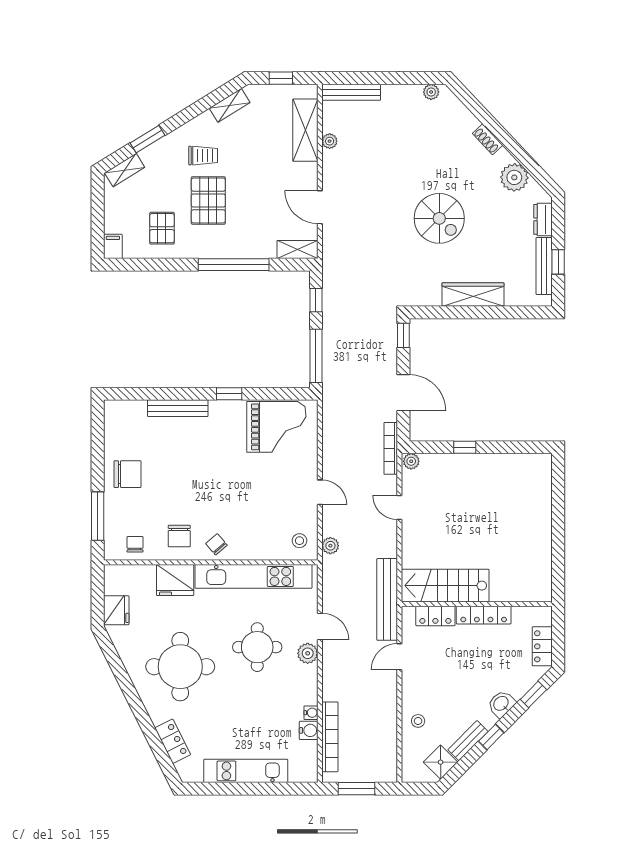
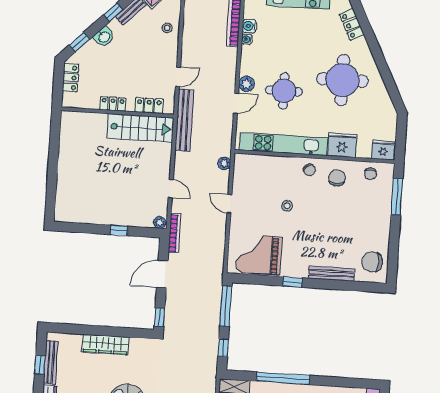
door: (403, 393) -> (162, 274), hinge flipped
chair: (128, 474) -> (372, 262), moved
stool: (299, 541) -> (287, 206), moved
fridge: (116, 610) -> (383, 150), moved, turned 90
locker: (484, 615) -> (113, 104), width x0.66
door: (320, 626) -> (236, 103), swing flipped

